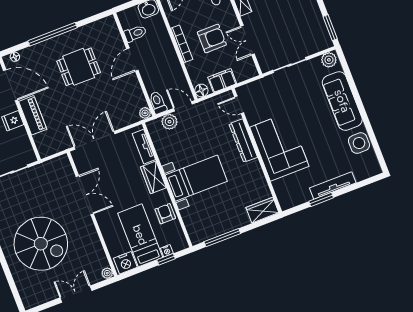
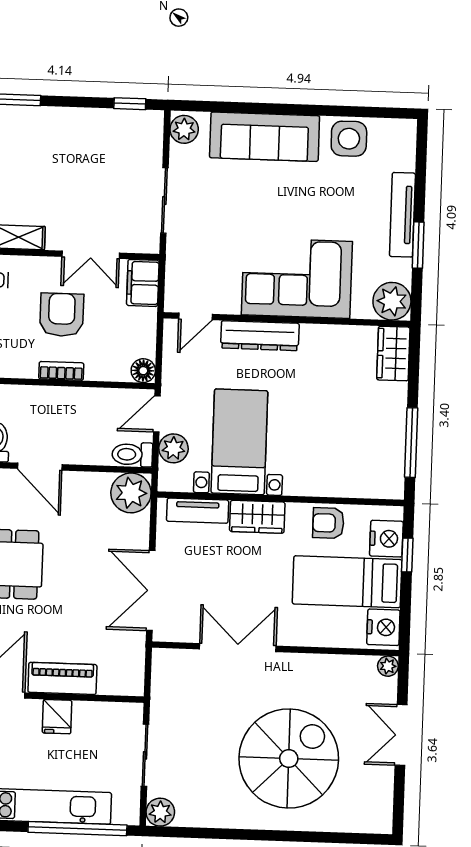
window: (330, 28) -> (130, 104), width x0.67
bookcase: (182, 44) -> (61, 371), width x0.64
filing cabinet: (222, 80) -> (143, 283), moved
plant: (145, 113) -> (131, 493), width x1.87, depth x1.87
bed with nightstands: (196, 178) -> (239, 442), moved
plant: (288, 198) -> (392, 301), added
nightstand: (167, 251) -> (386, 539), width x1.89, depth x1.79

